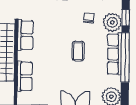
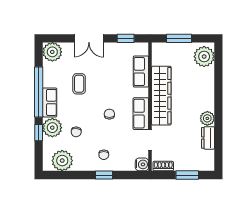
chair: (56, 35) -> (109, 114), added
coffee table: (78, 51) -> (79, 84), moved
row of seats: (114, 54) -> (50, 102), width x0.68

